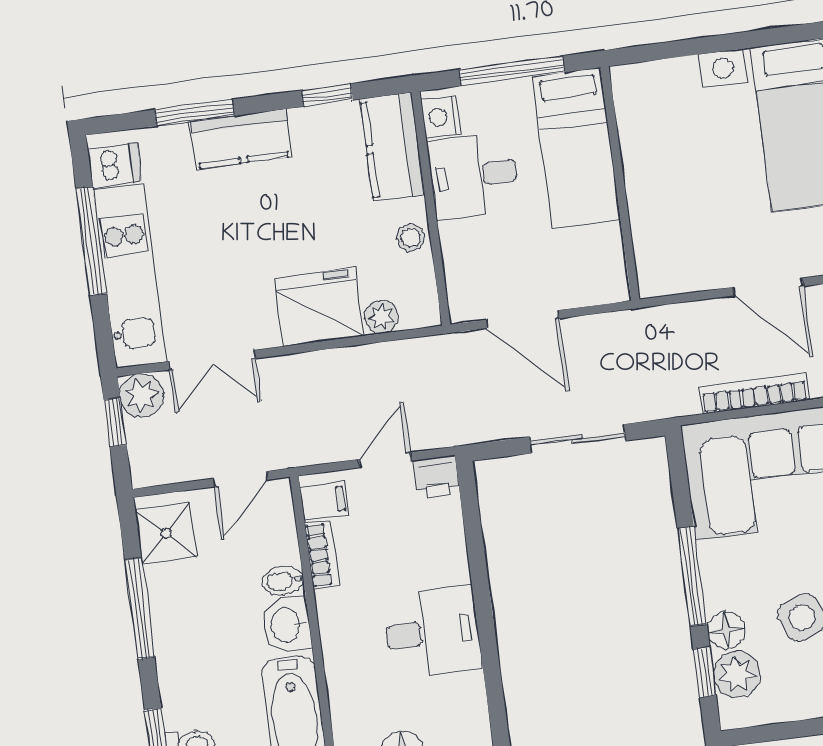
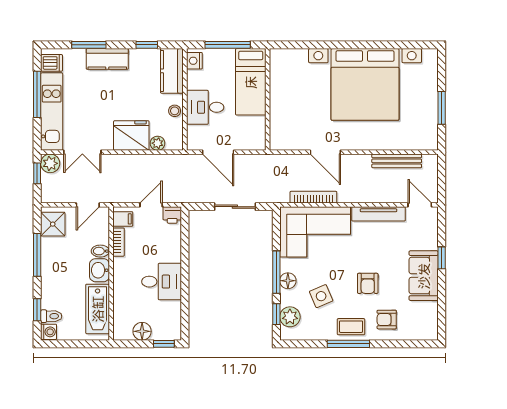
desk: (474, 175) -> (205, 107), moved
floor lamp: (726, 630) -> (288, 281), moved

